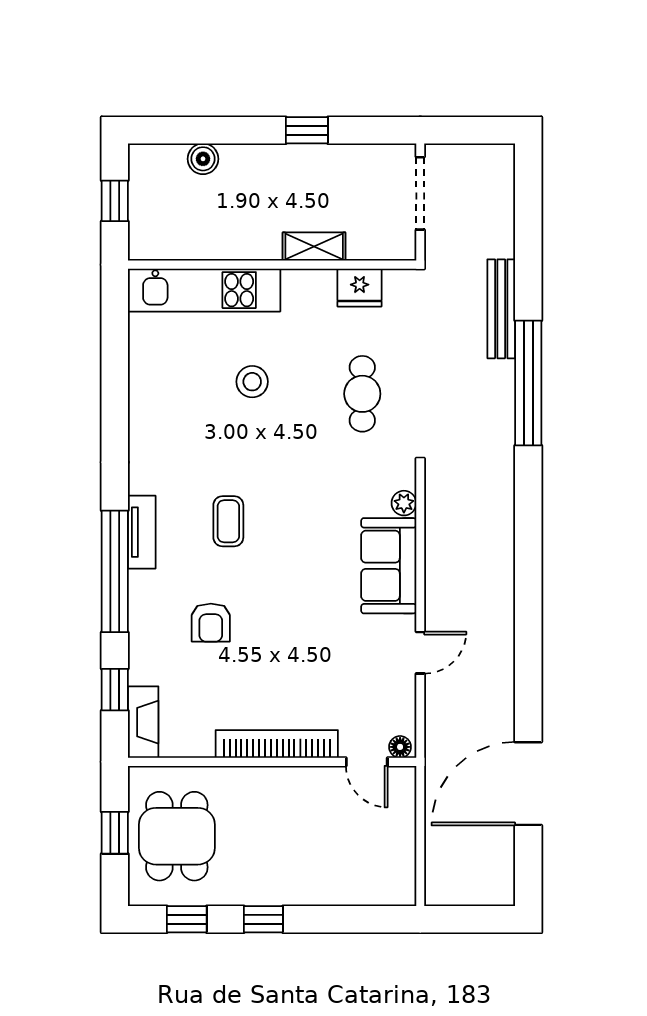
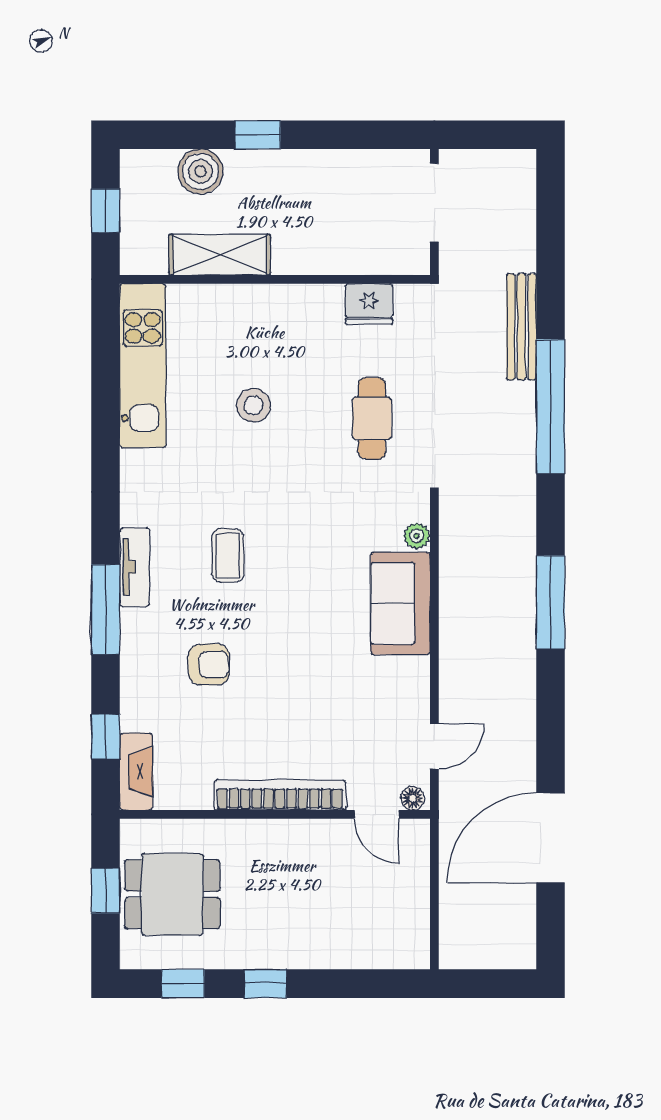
window: (307, 130) -> (258, 135), moved
boiler: (203, 159) -> (201, 171), width x1.36, depth x1.36
shelving: (314, 247) -> (220, 255), moved, width x1.50, depth x1.33
kitchen unit: (204, 290) -> (143, 366), moved, turned -90
window: (528, 565) -> (551, 602), added
window: (115, 571) -> (105, 609), width x0.68
armchair: (211, 623) -> (209, 664), turned -90
door: (420, 653) -> (434, 747), moved
dining table: (177, 836) -> (172, 894), turned 90

